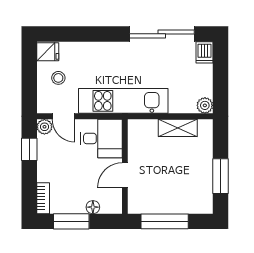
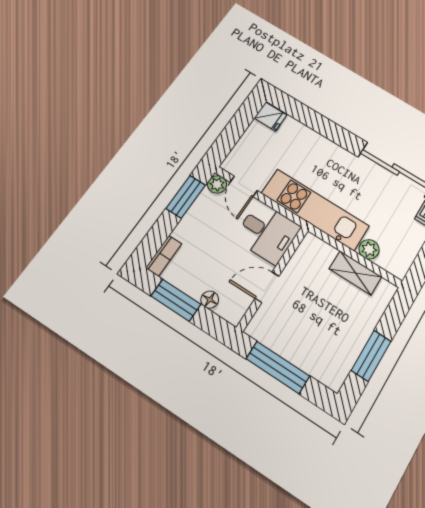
stool: (58, 78) -> (264, 147), removed
plant: (205, 105) -> (369, 249), moved
window: (29, 149) -> (186, 197), width x1.50

